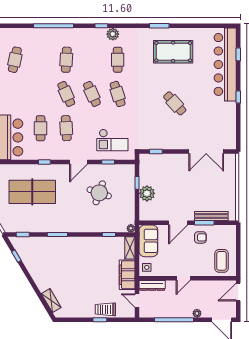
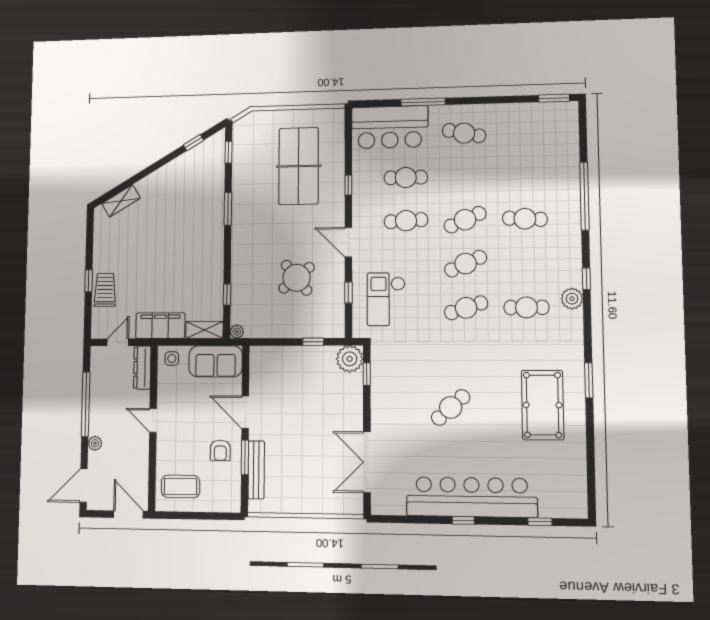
cafe table: (15, 60) -> (464, 133), moved
bar counter: (225, 64) -> (472, 497), moved
round table: (99, 193) -> (297, 278), turned 32
plant: (147, 193) -> (350, 359), moved

